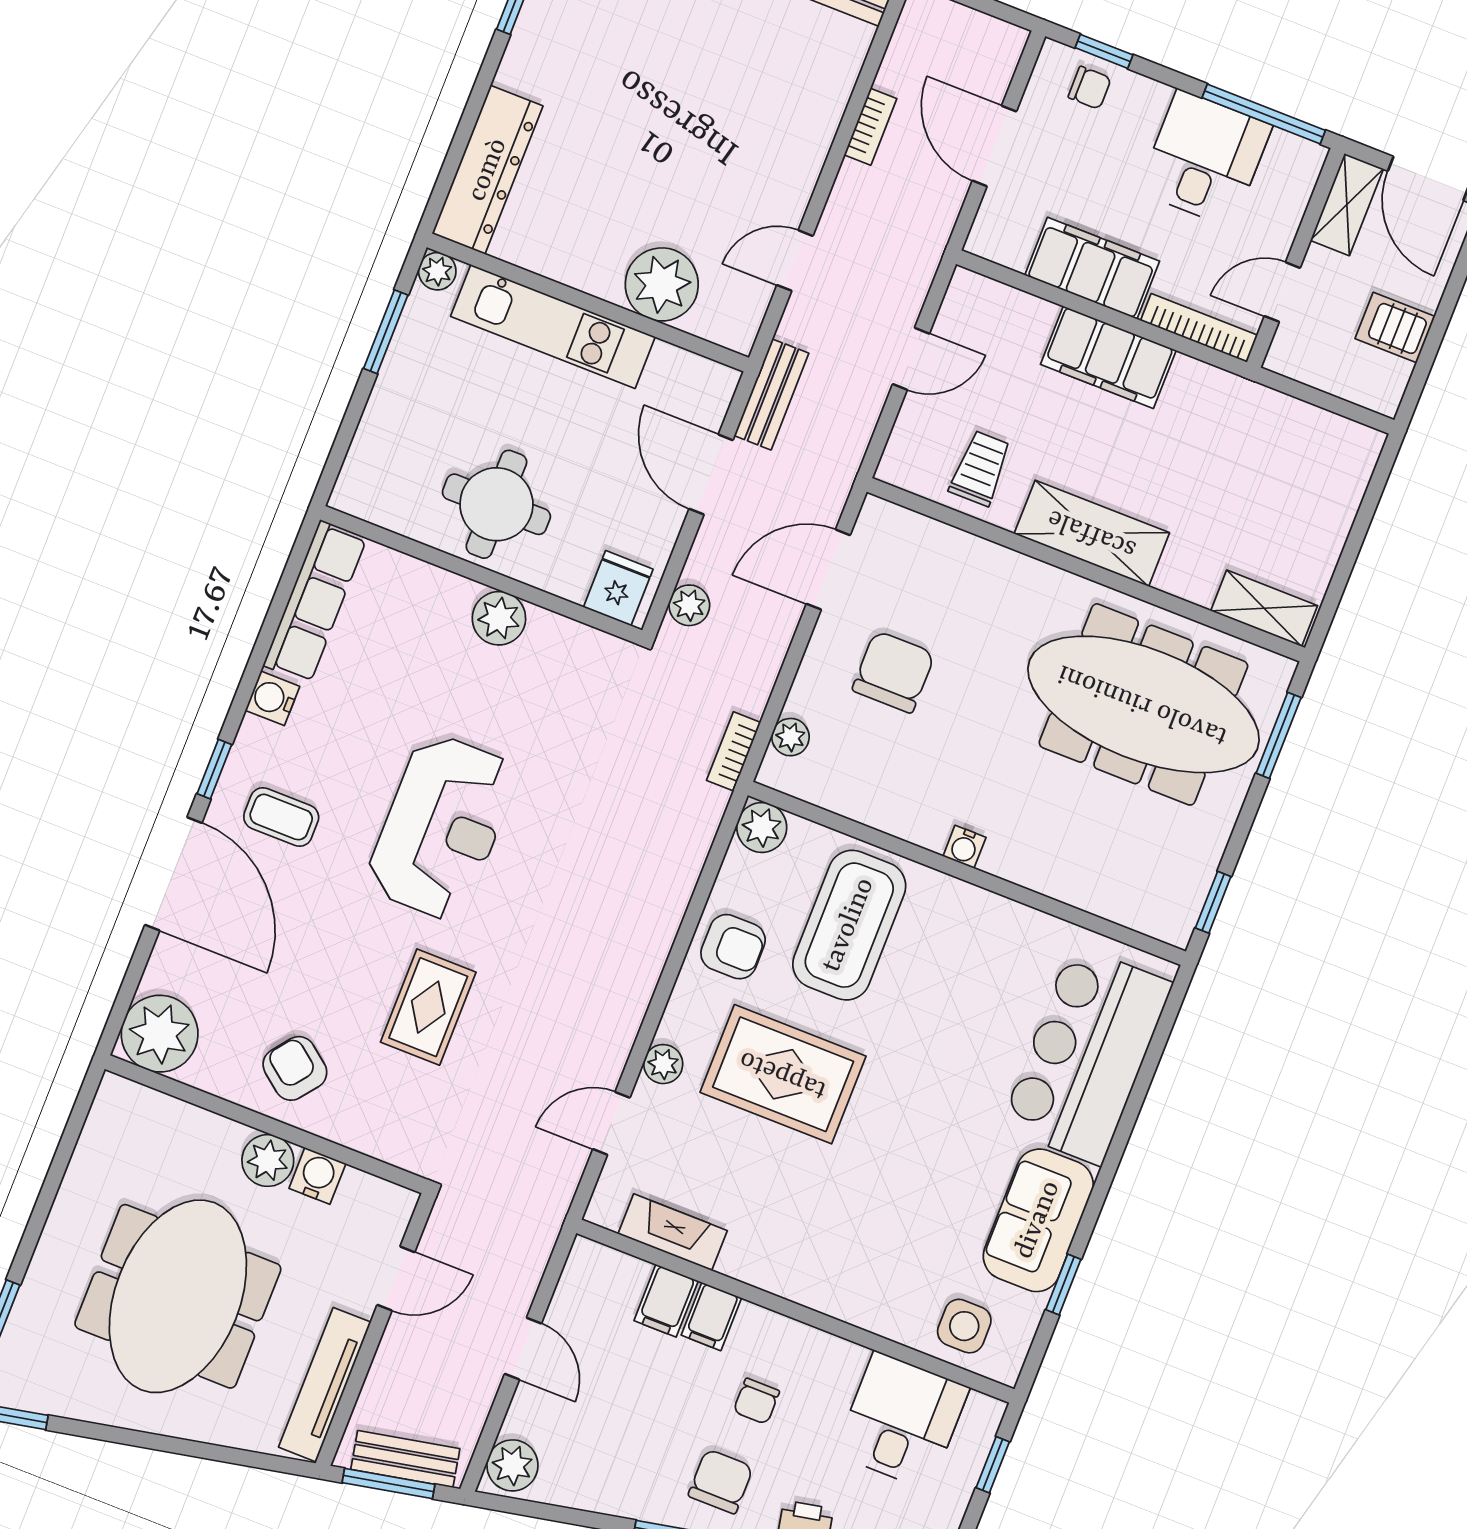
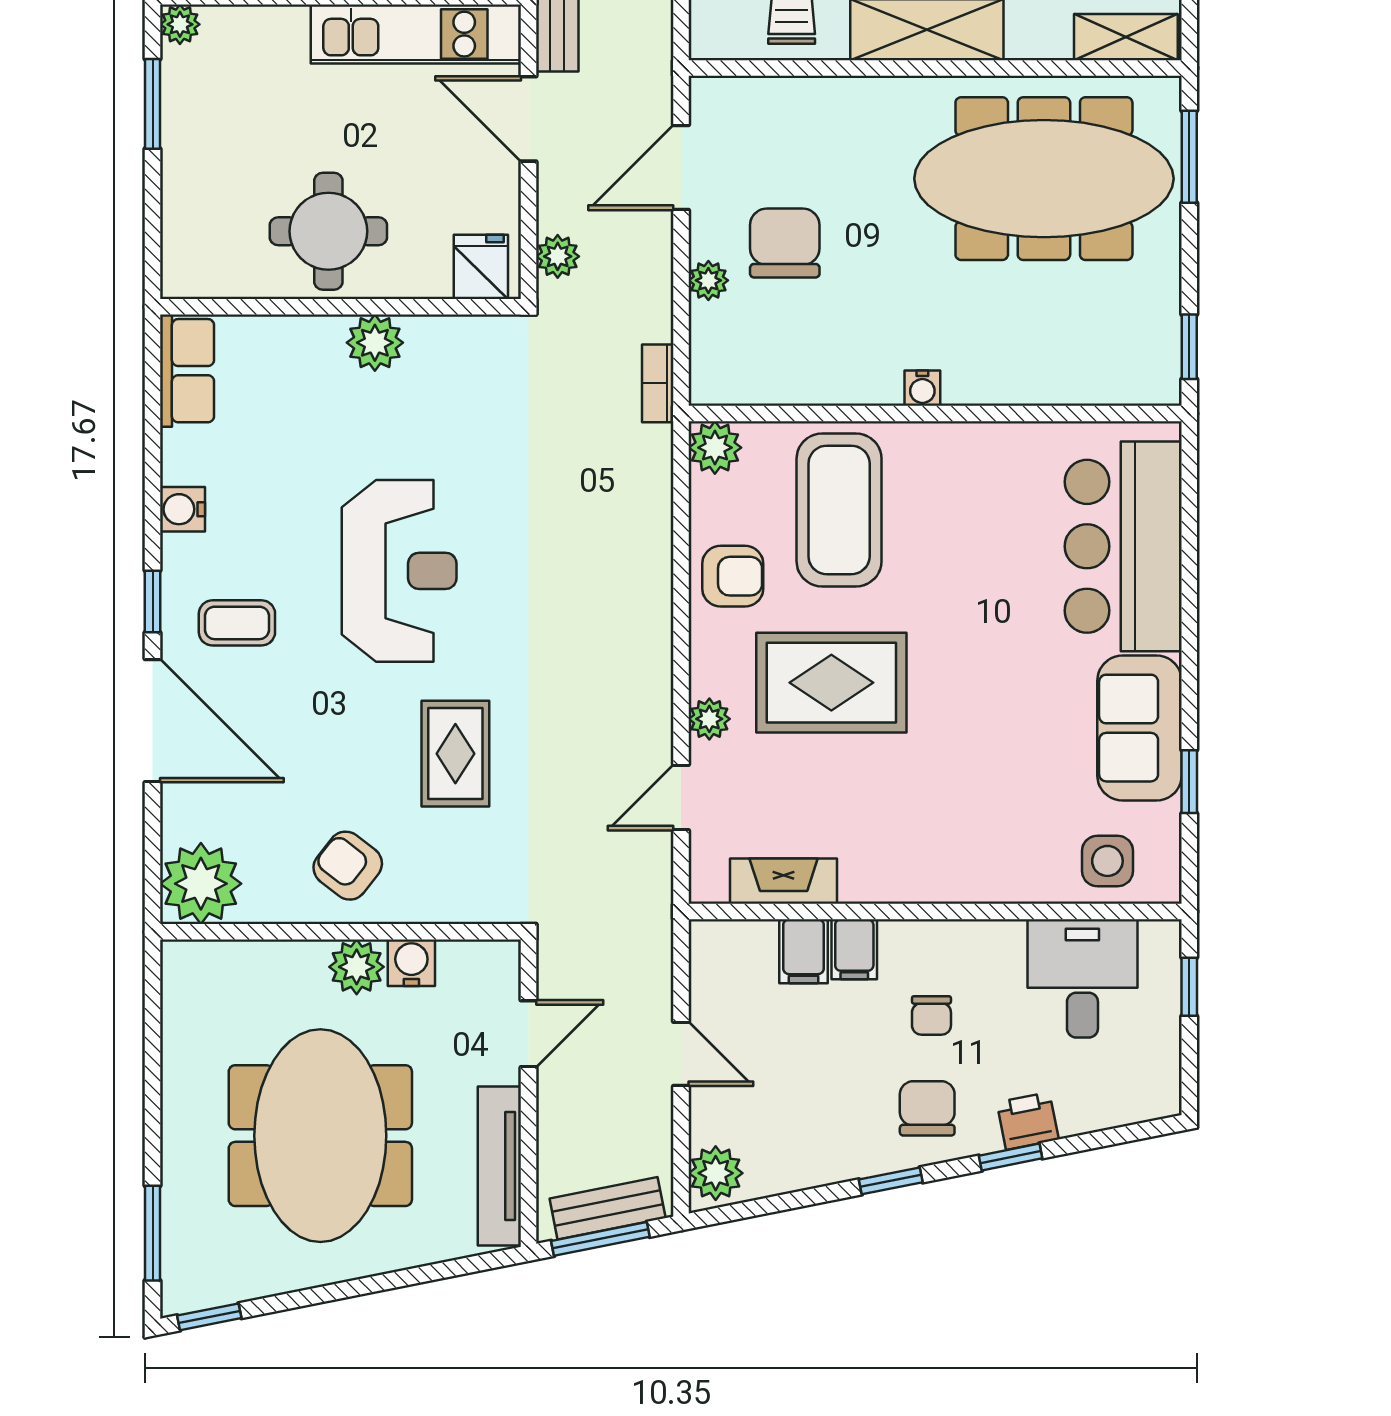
kitchen unit: (553, 327) -> (416, 34), moved
row of seats: (315, 602) -> (187, 371), width x0.68
plant: (790, 737) -> (708, 280), moved

